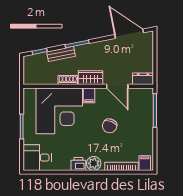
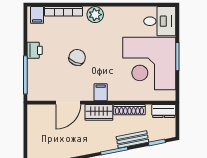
dresser: (143, 79) -> (164, 111), moved
shoe rack: (68, 80) -> (129, 110), width x1.43
door: (117, 86) -> (68, 103), swing flipped
corner desk: (59, 111) -> (149, 63), moved, turned -90
printer: (78, 164) -> (35, 50), moved, turned -90

